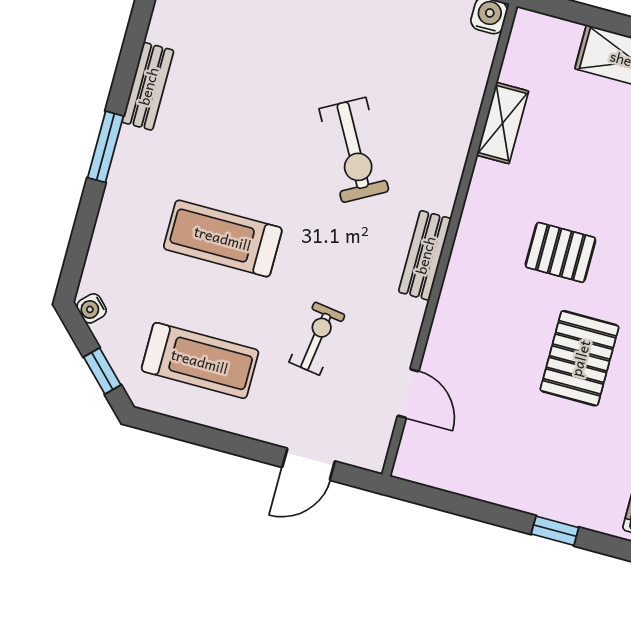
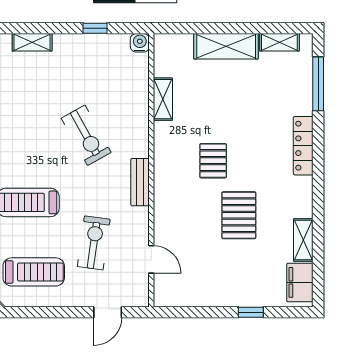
pallet: (560, 252) -> (213, 161), turned 90
exercise bike: (317, 338) -> (94, 243), width x1.38, depth x1.39

